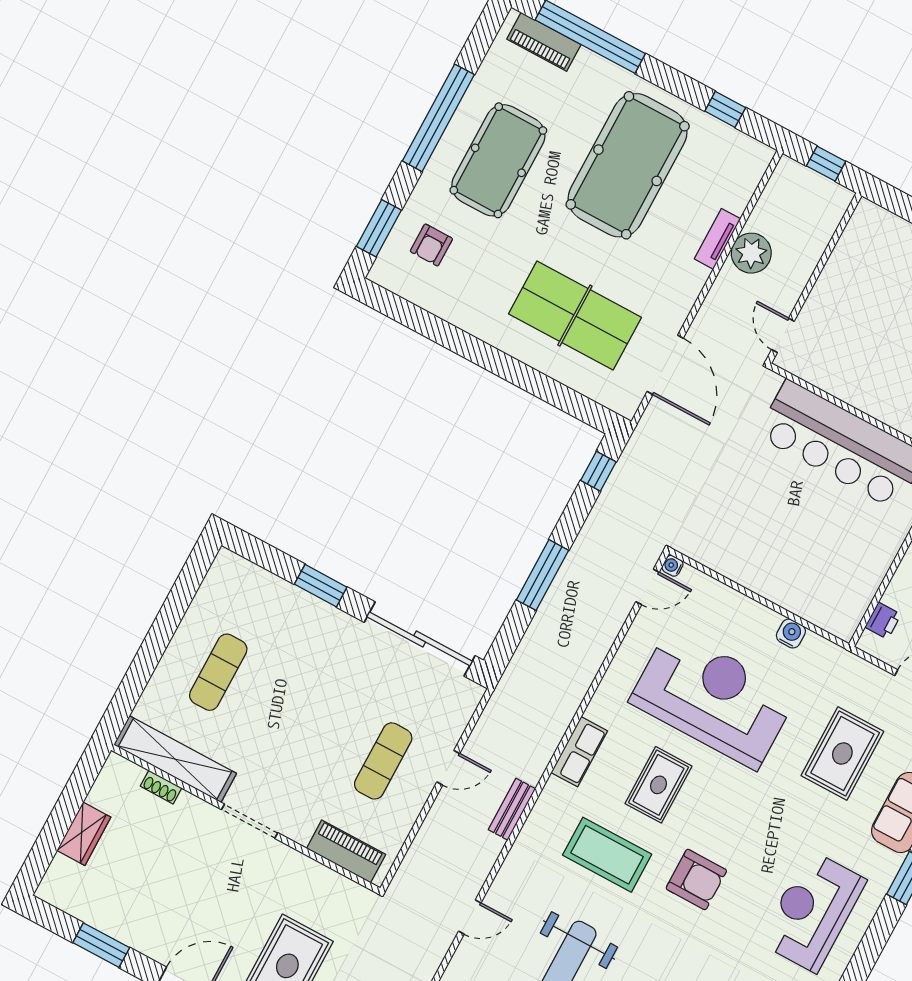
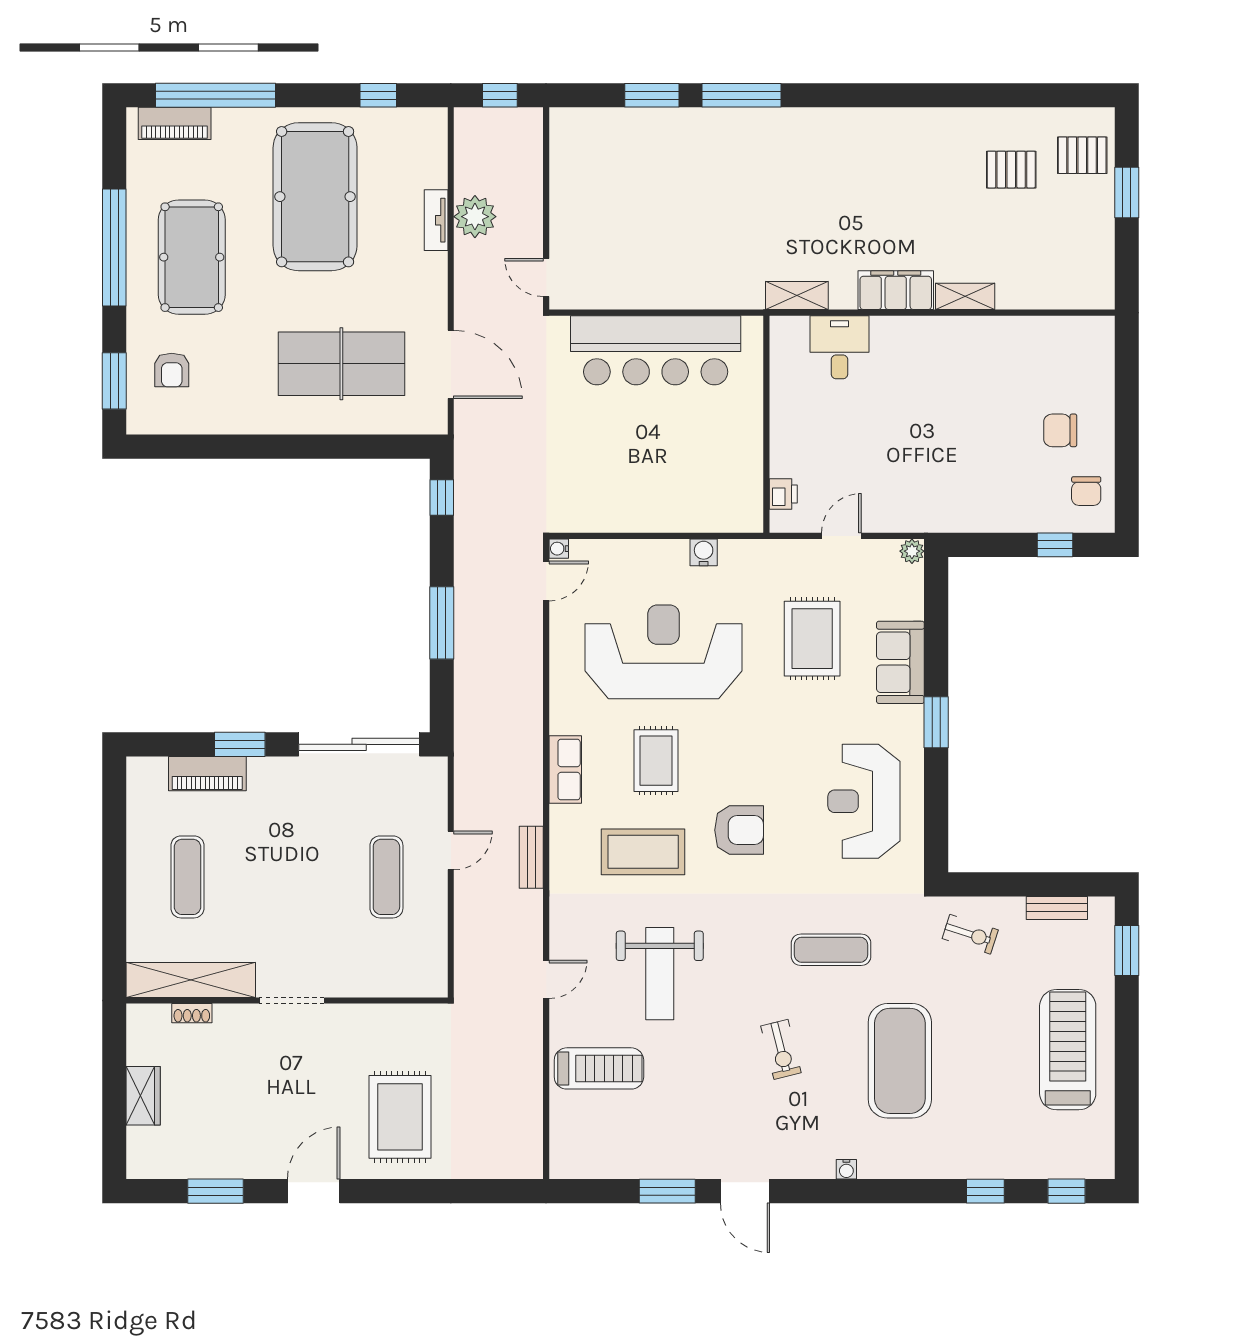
piano: (346, 851) -> (207, 774), moved, turned 180

